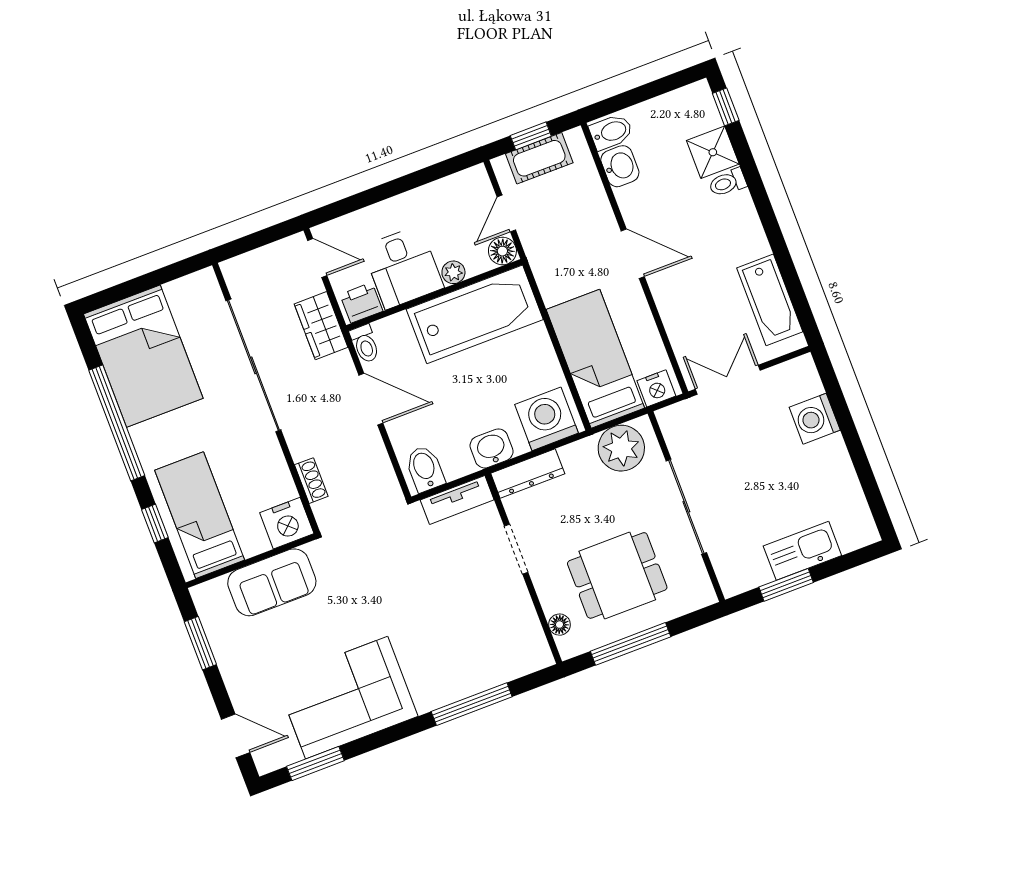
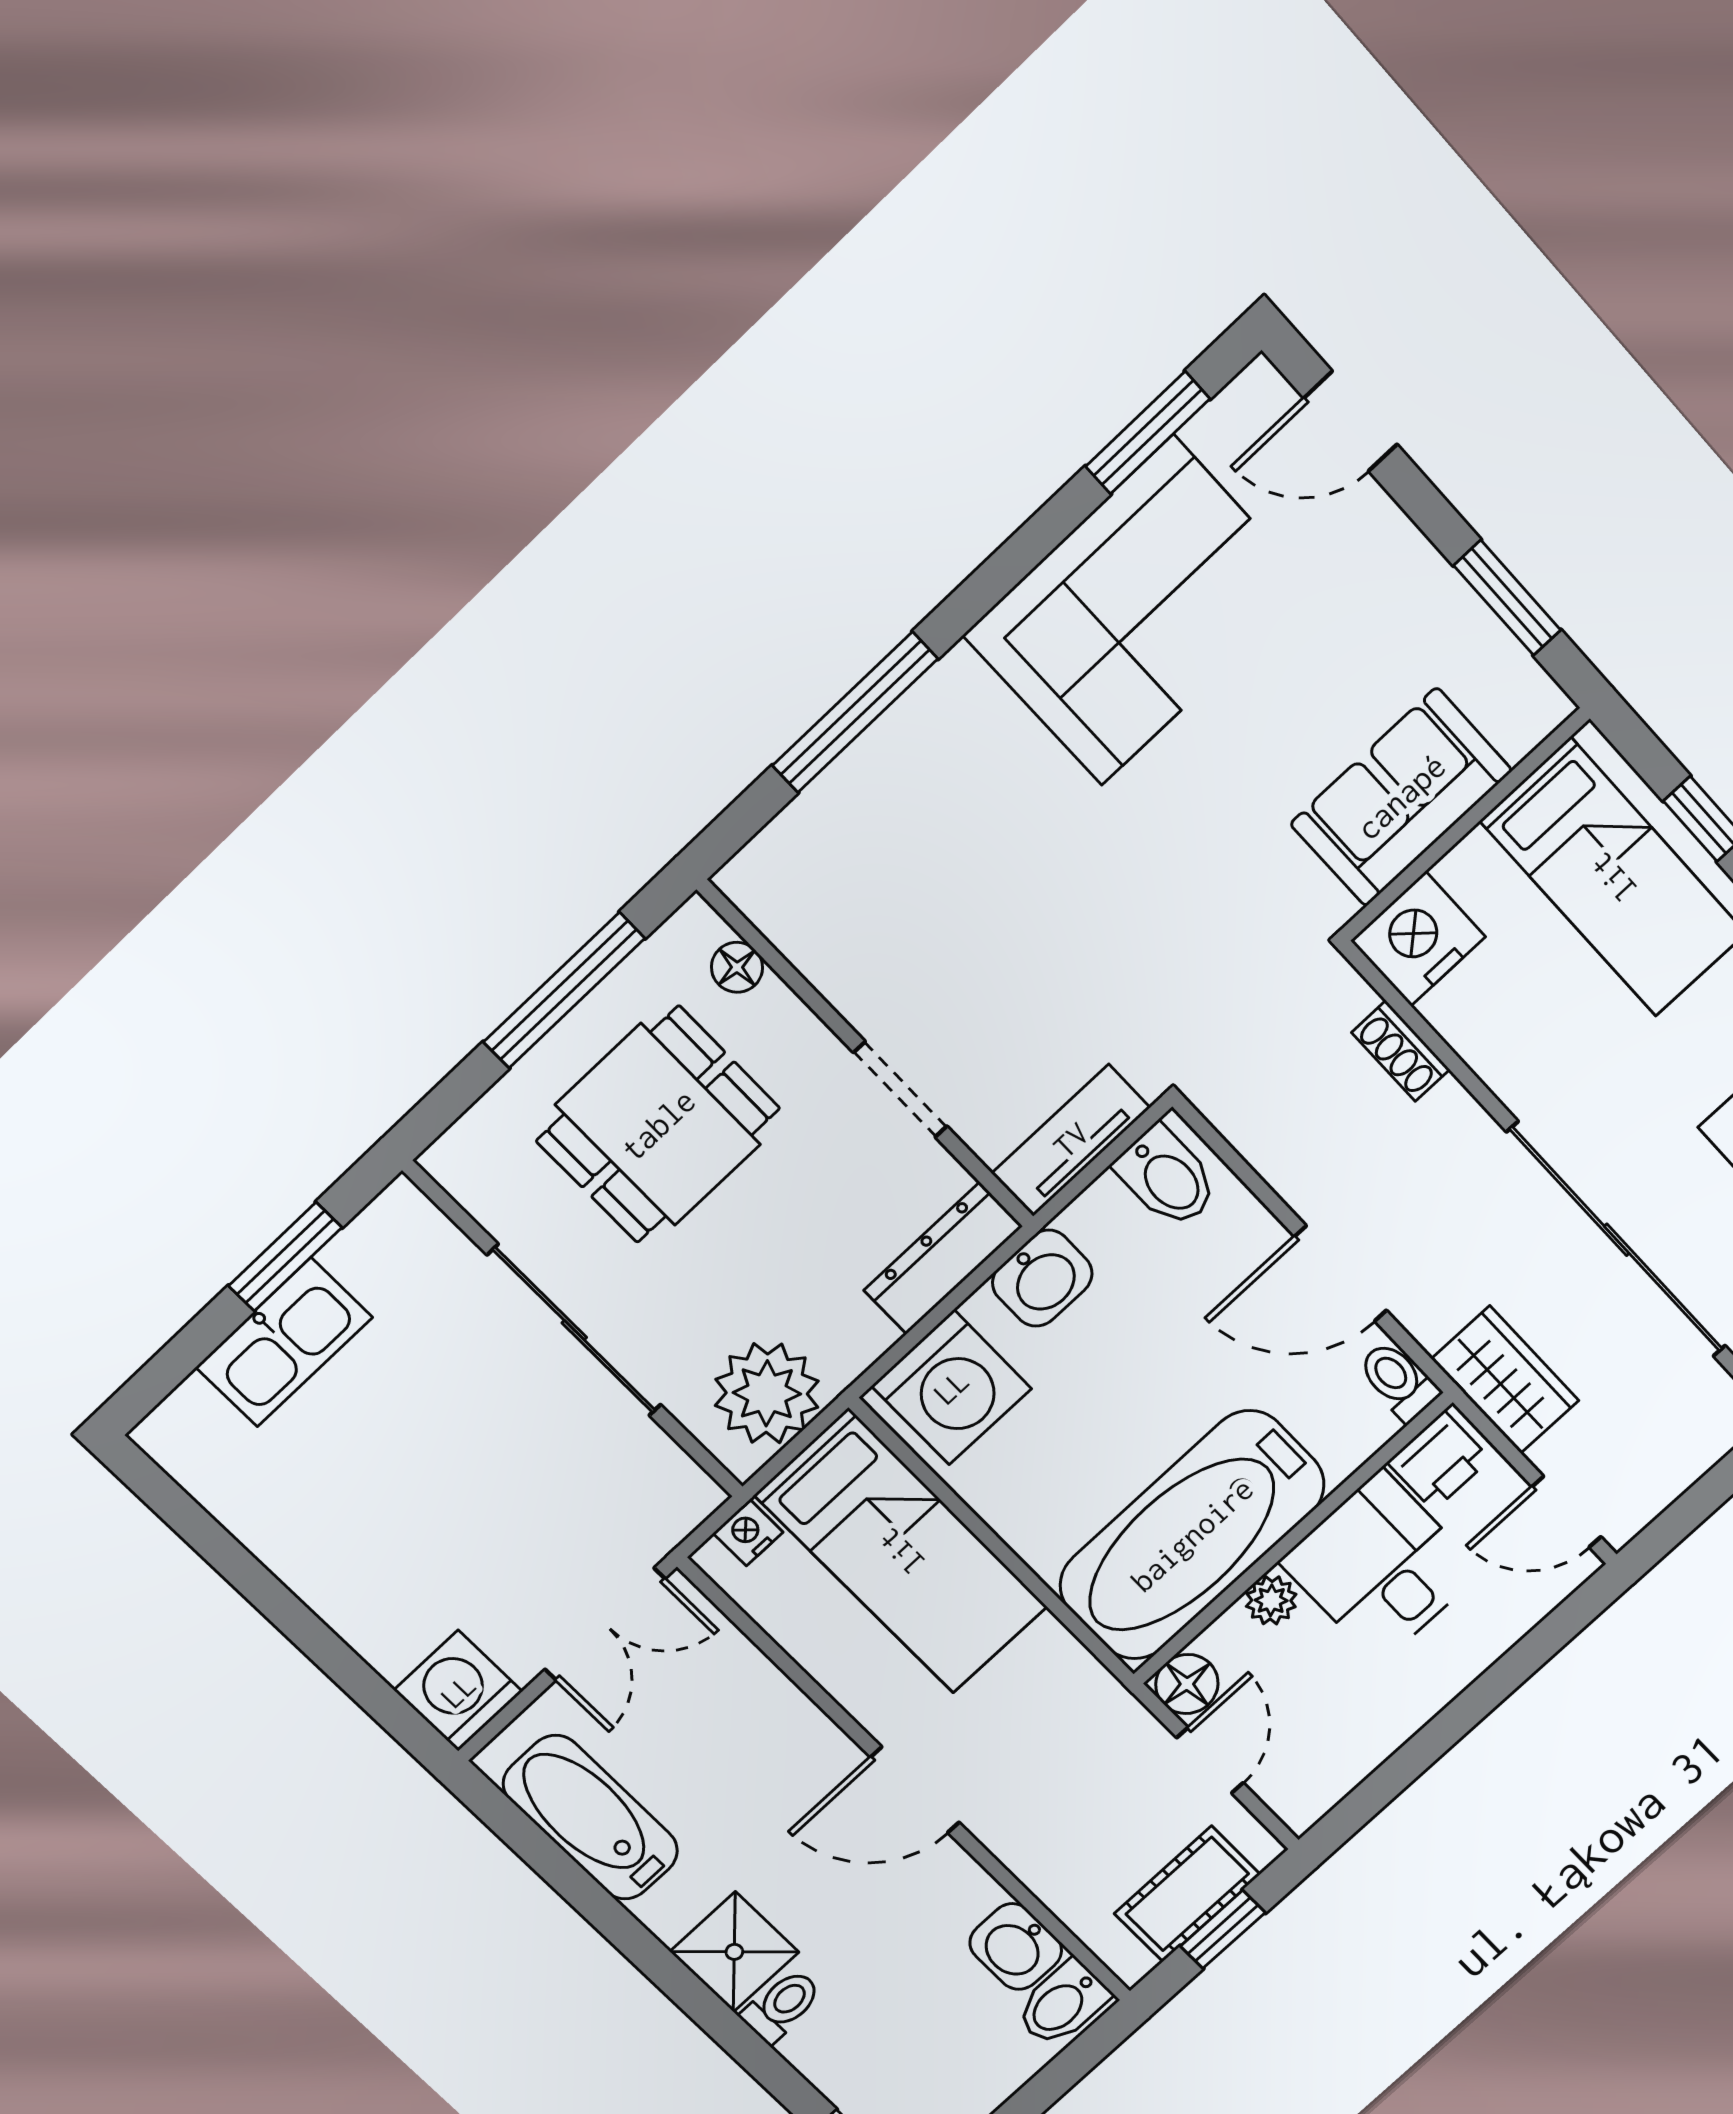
shower: (713, 152) -> (734, 1952), moved
nightstand: (656, 388) -> (748, 1533), width x0.72, depth x0.74
washing machine: (815, 419) -> (458, 1691), moved, turned -90

